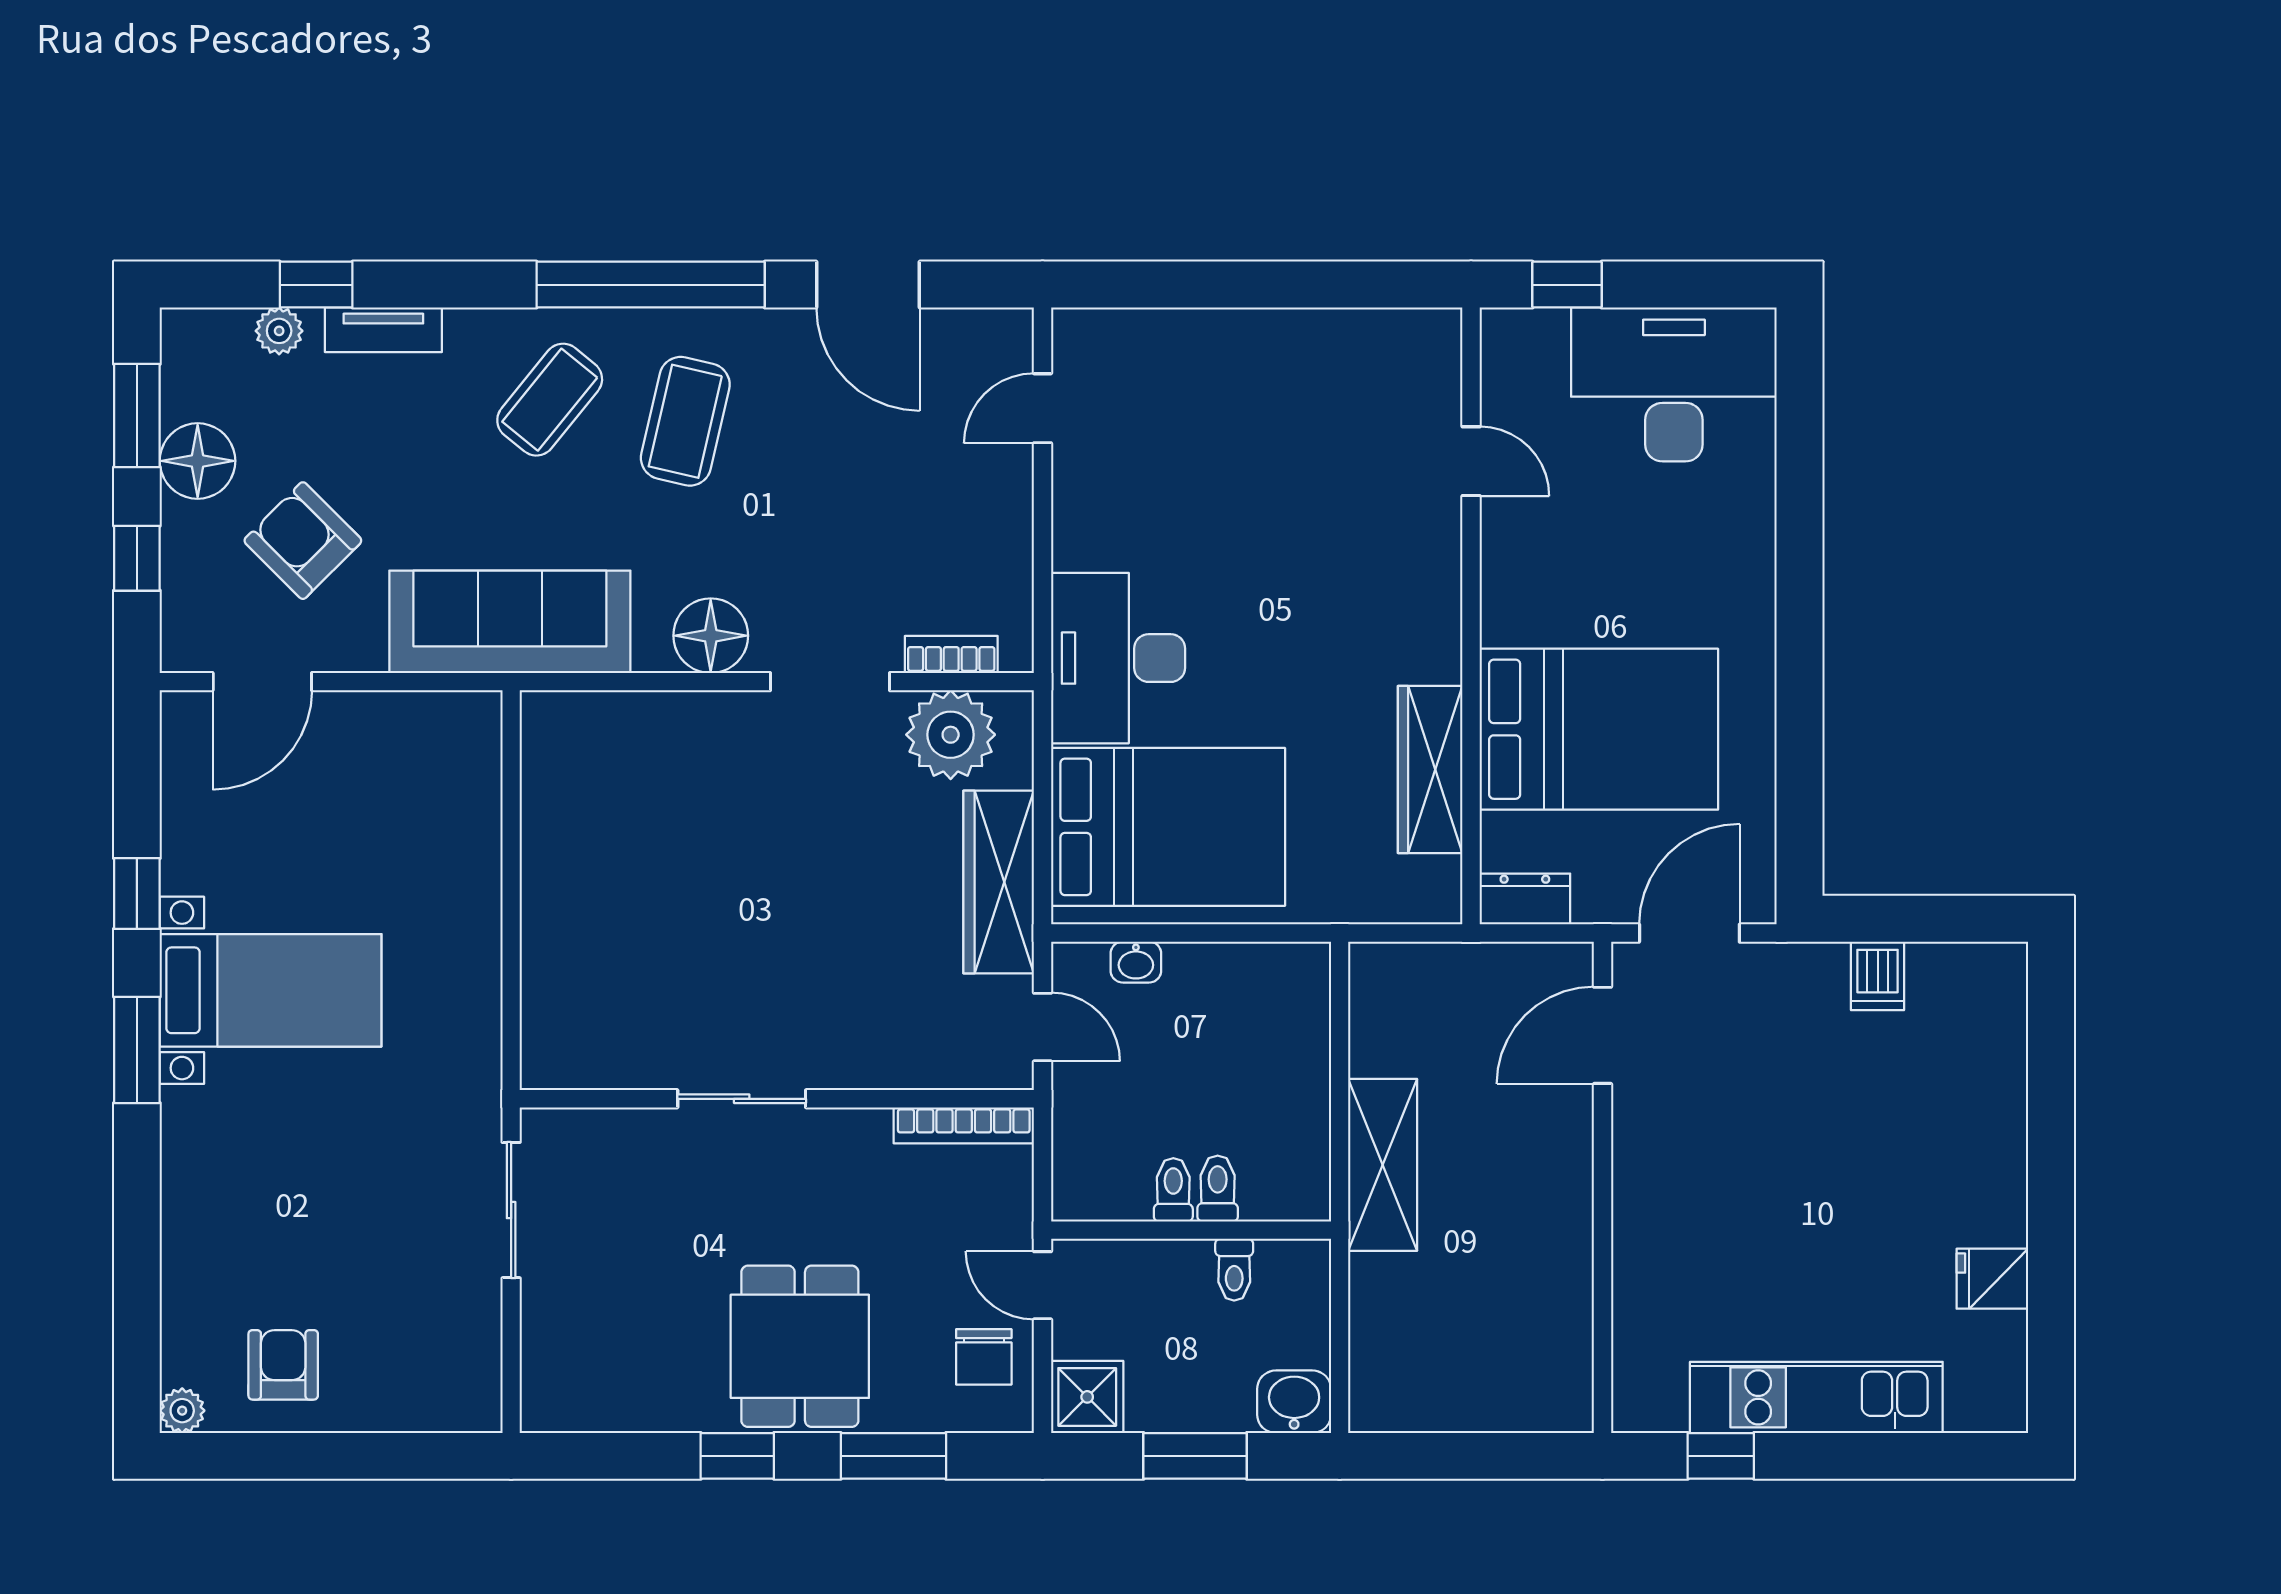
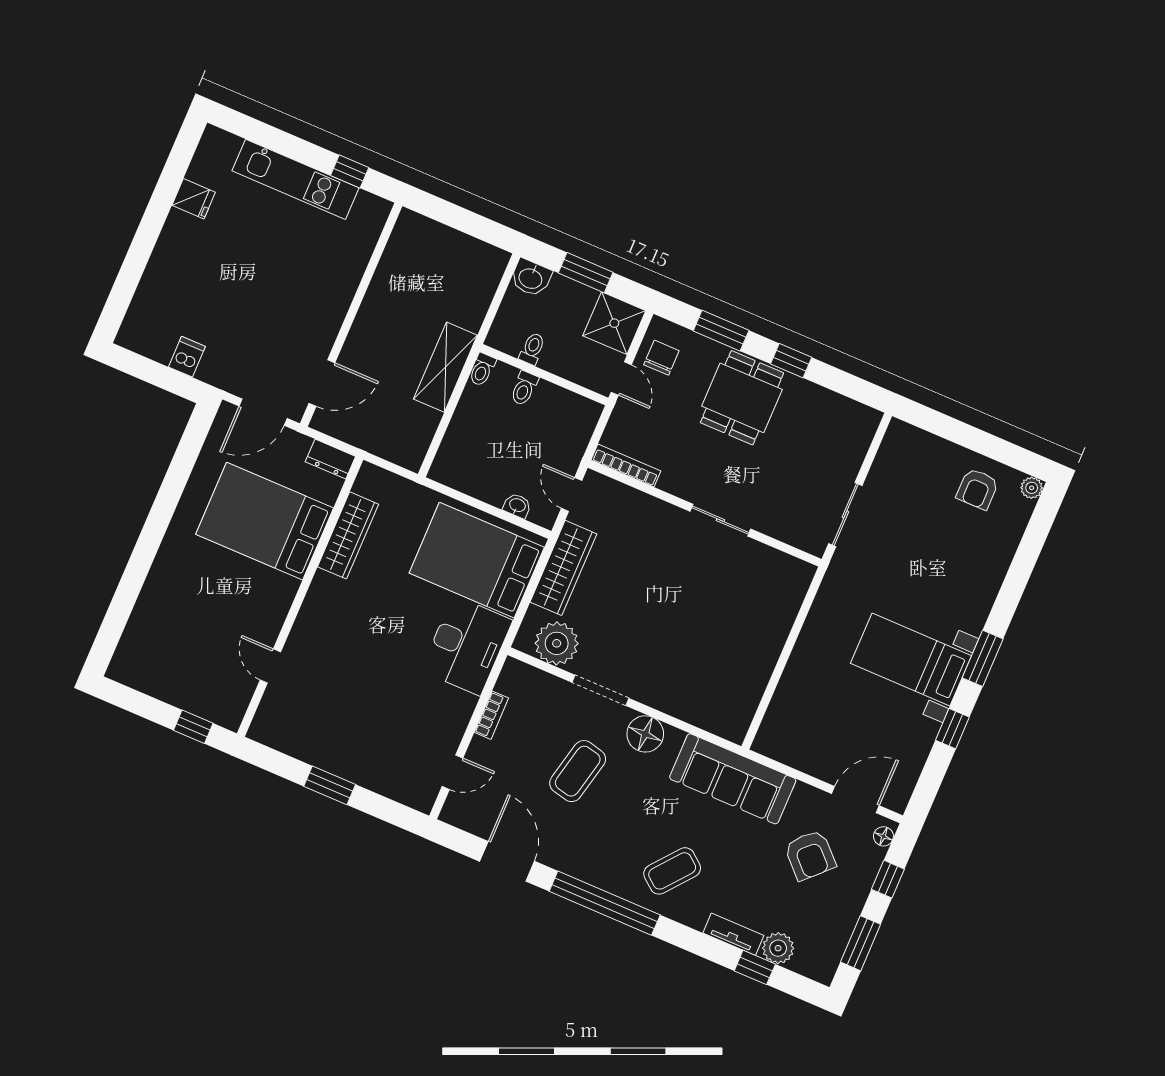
window: (1263, 285) -> (330, 785), added
plant: (279, 331) -> (778, 948), width x1.38, depth x1.38
desk: (1674, 384) -> (165, 661), removed
coffee table: (685, 421) -> (578, 771), moved
floor lamp: (198, 461) -> (883, 836), moved, width x0.53, depth x0.53
bookcase: (951, 655) -> (491, 715), moved, turned -90
toilet: (1173, 1190) -> (482, 370), moved
shower: (1087, 1397) -> (614, 323), width x1.36, depth x1.36

